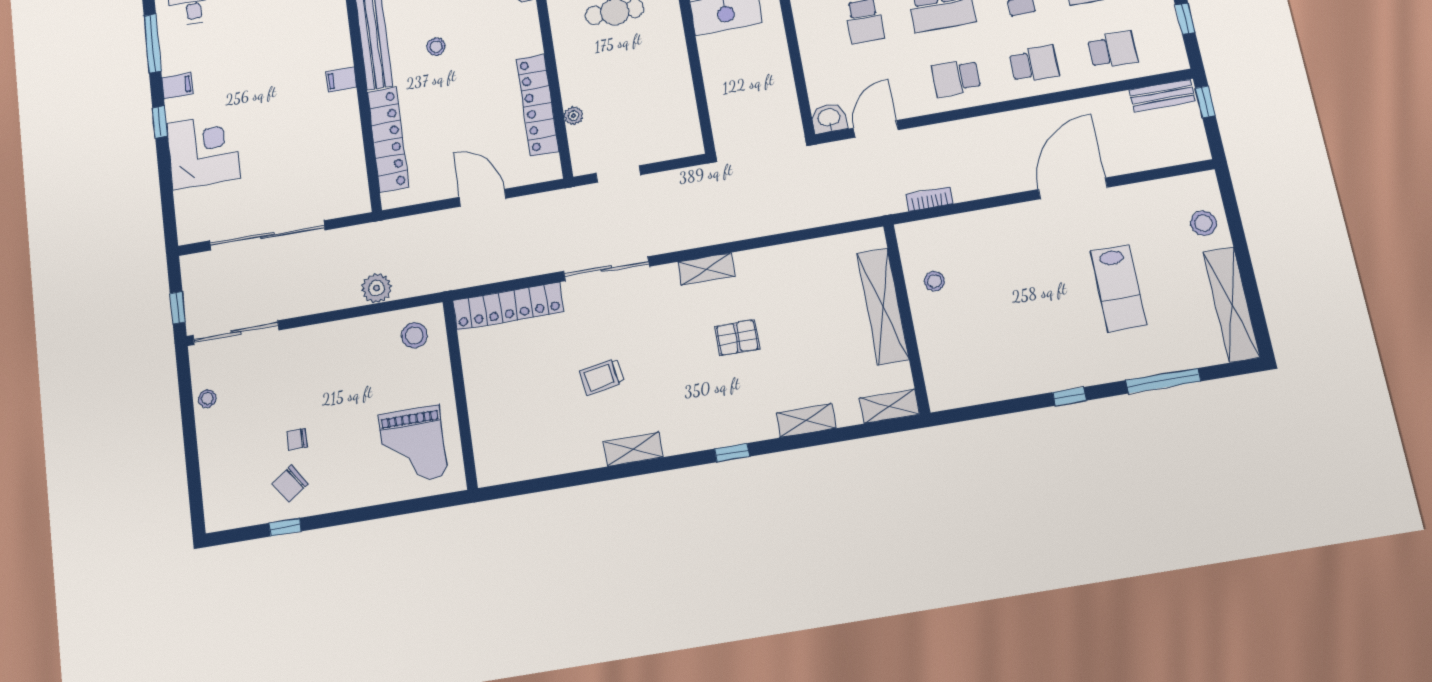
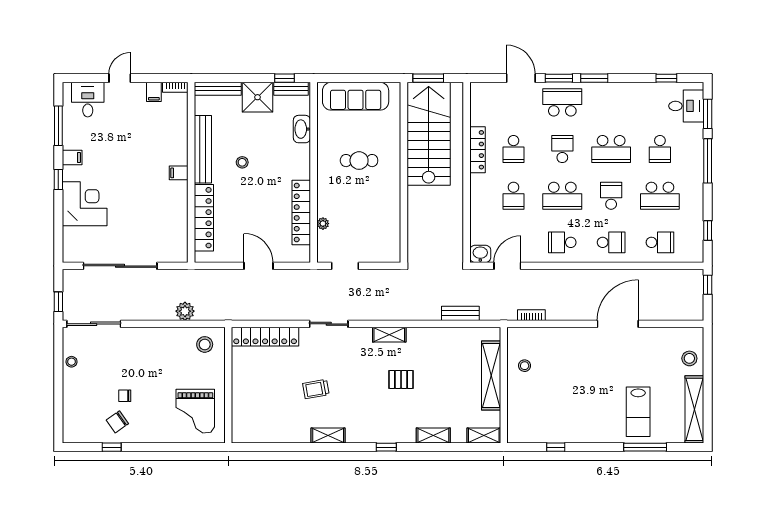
bench: (1162, 96) -> (460, 313), moved
sliding door: (606, 269) -> (329, 324), width x0.73
lab bench: (1118, 288) -> (638, 412), moved
window: (1070, 396) -> (556, 447), moved

